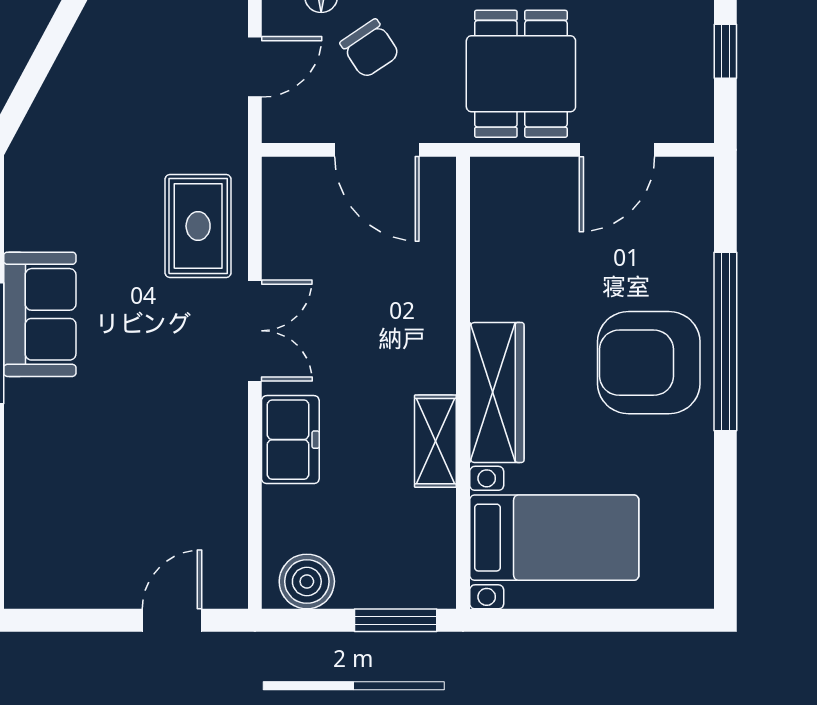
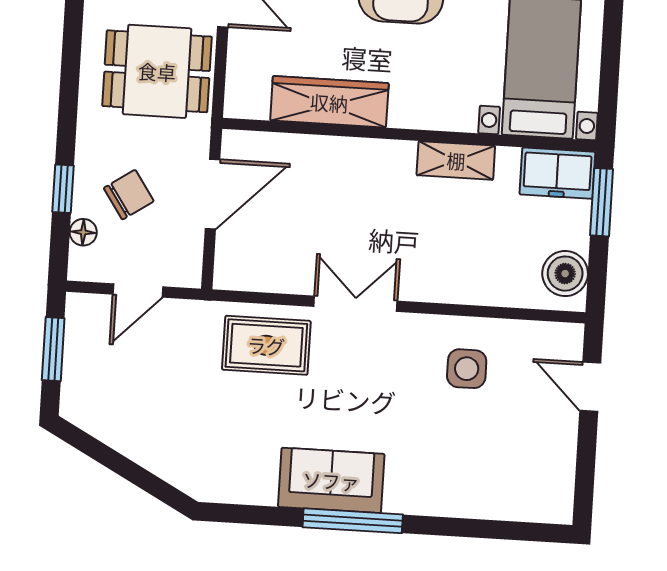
door: (255, 67) -> (138, 290), swing flipped
wardrobe: (497, 392) -> (329, 102), moved
freezer: (290, 440) -> (557, 173), moved, turned 180
side table: (185, 470) -> (467, 369), added

